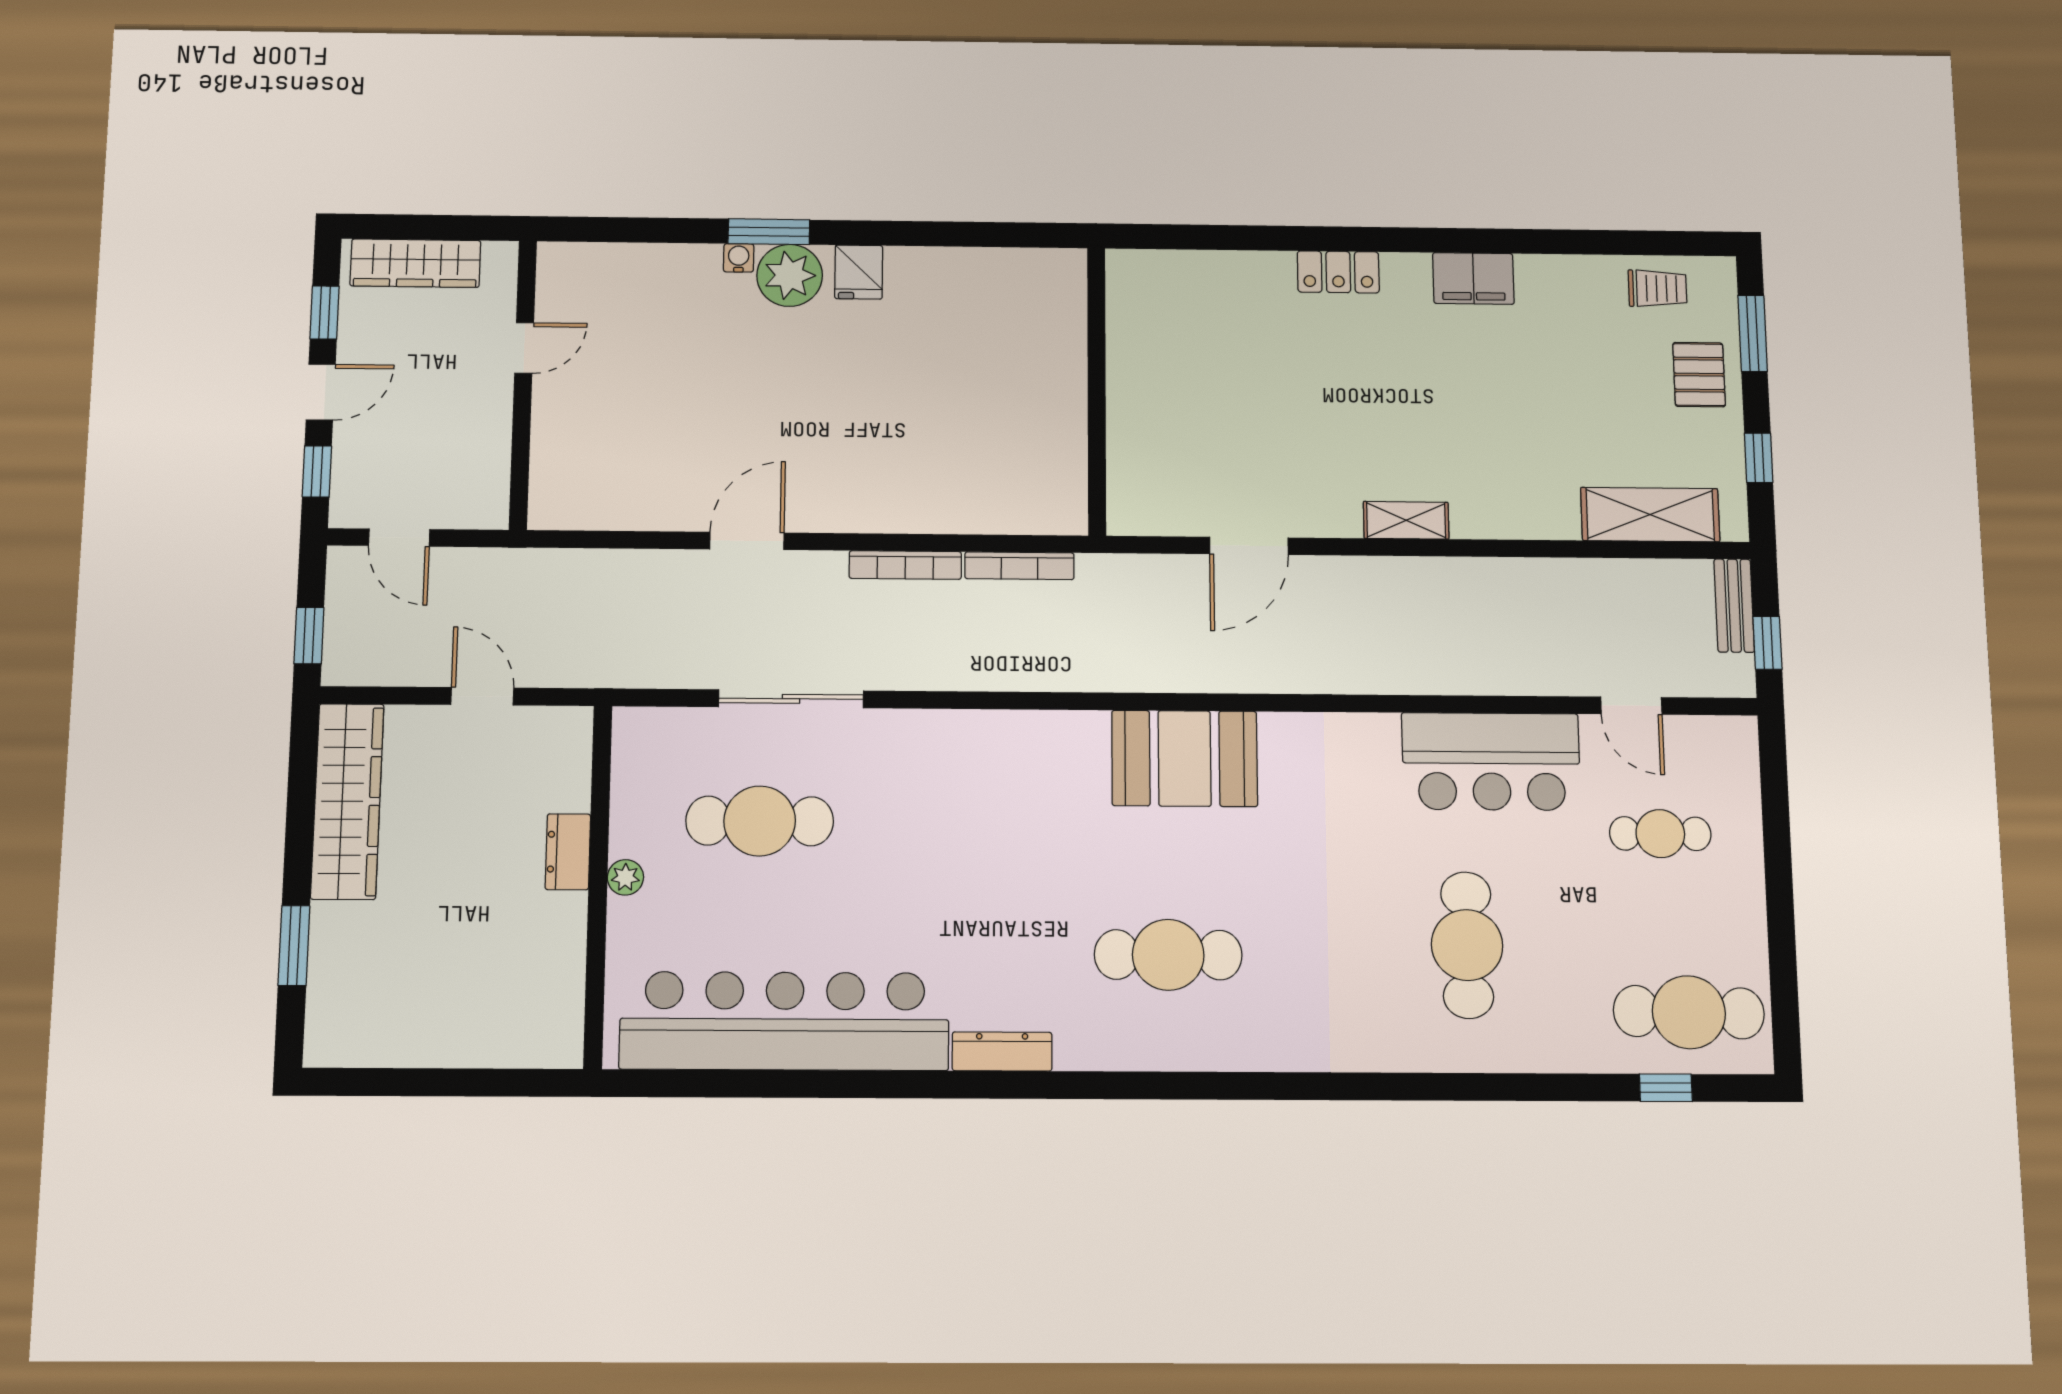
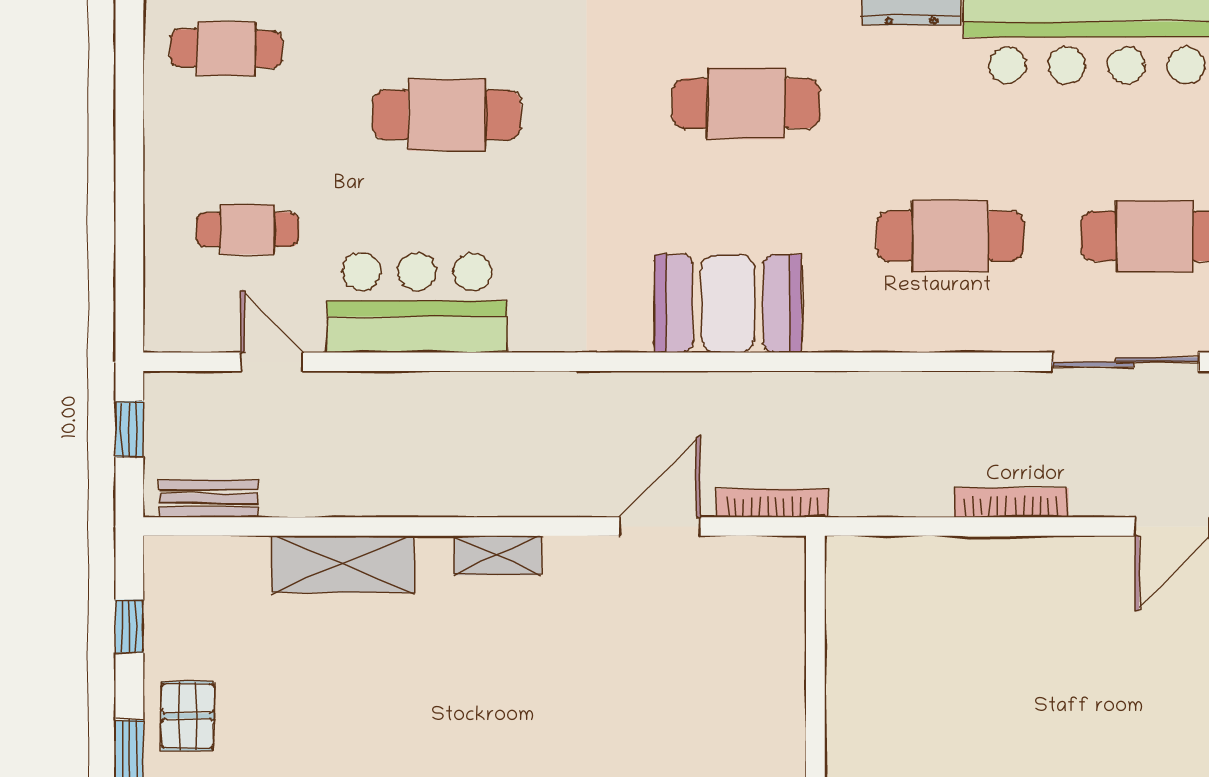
shelving: (1650, 515) -> (343, 564), moved
bookcase: (1019, 566) -> (772, 503), moved
bench: (1734, 606) -> (209, 499), moved, turned 90
cafe table: (964, 822) -> (950, 236), added
cafe table: (1467, 945) -> (447, 115), turned 90
cafe table: (1689, 1012) -> (226, 49), width x0.73, depth x0.74

